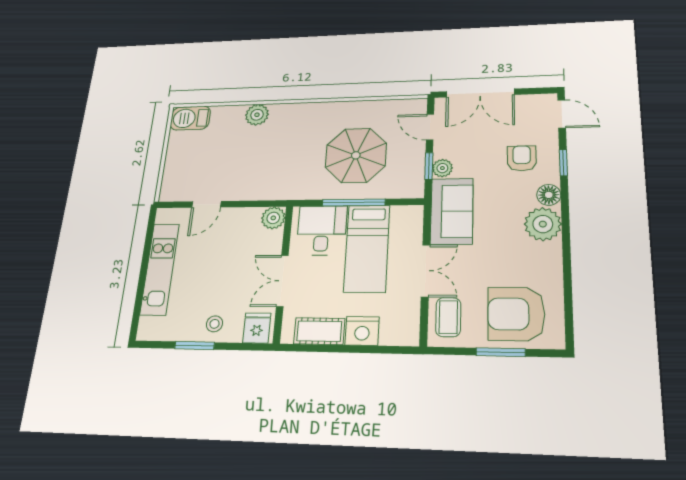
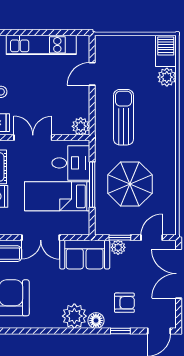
plant: (257, 115) -> (167, 77), moved
sun lounger: (267, 165) -> (123, 117), added
door: (206, 204) -> (92, 74), hinge flipped

